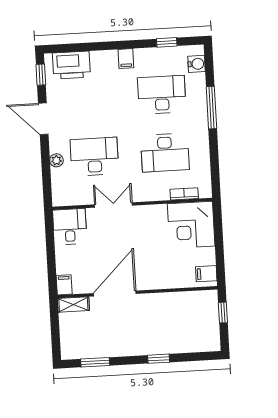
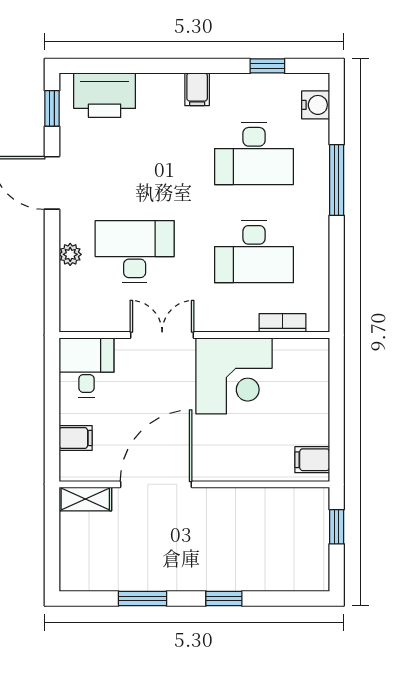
desk: (162, 95) -> (254, 154), turned 180
corner desk: (191, 225) -> (234, 376), moved, turned -90
filing cabinet: (64, 285) -> (76, 438), moved, turned 90
window: (95, 362) -> (142, 599), moved

